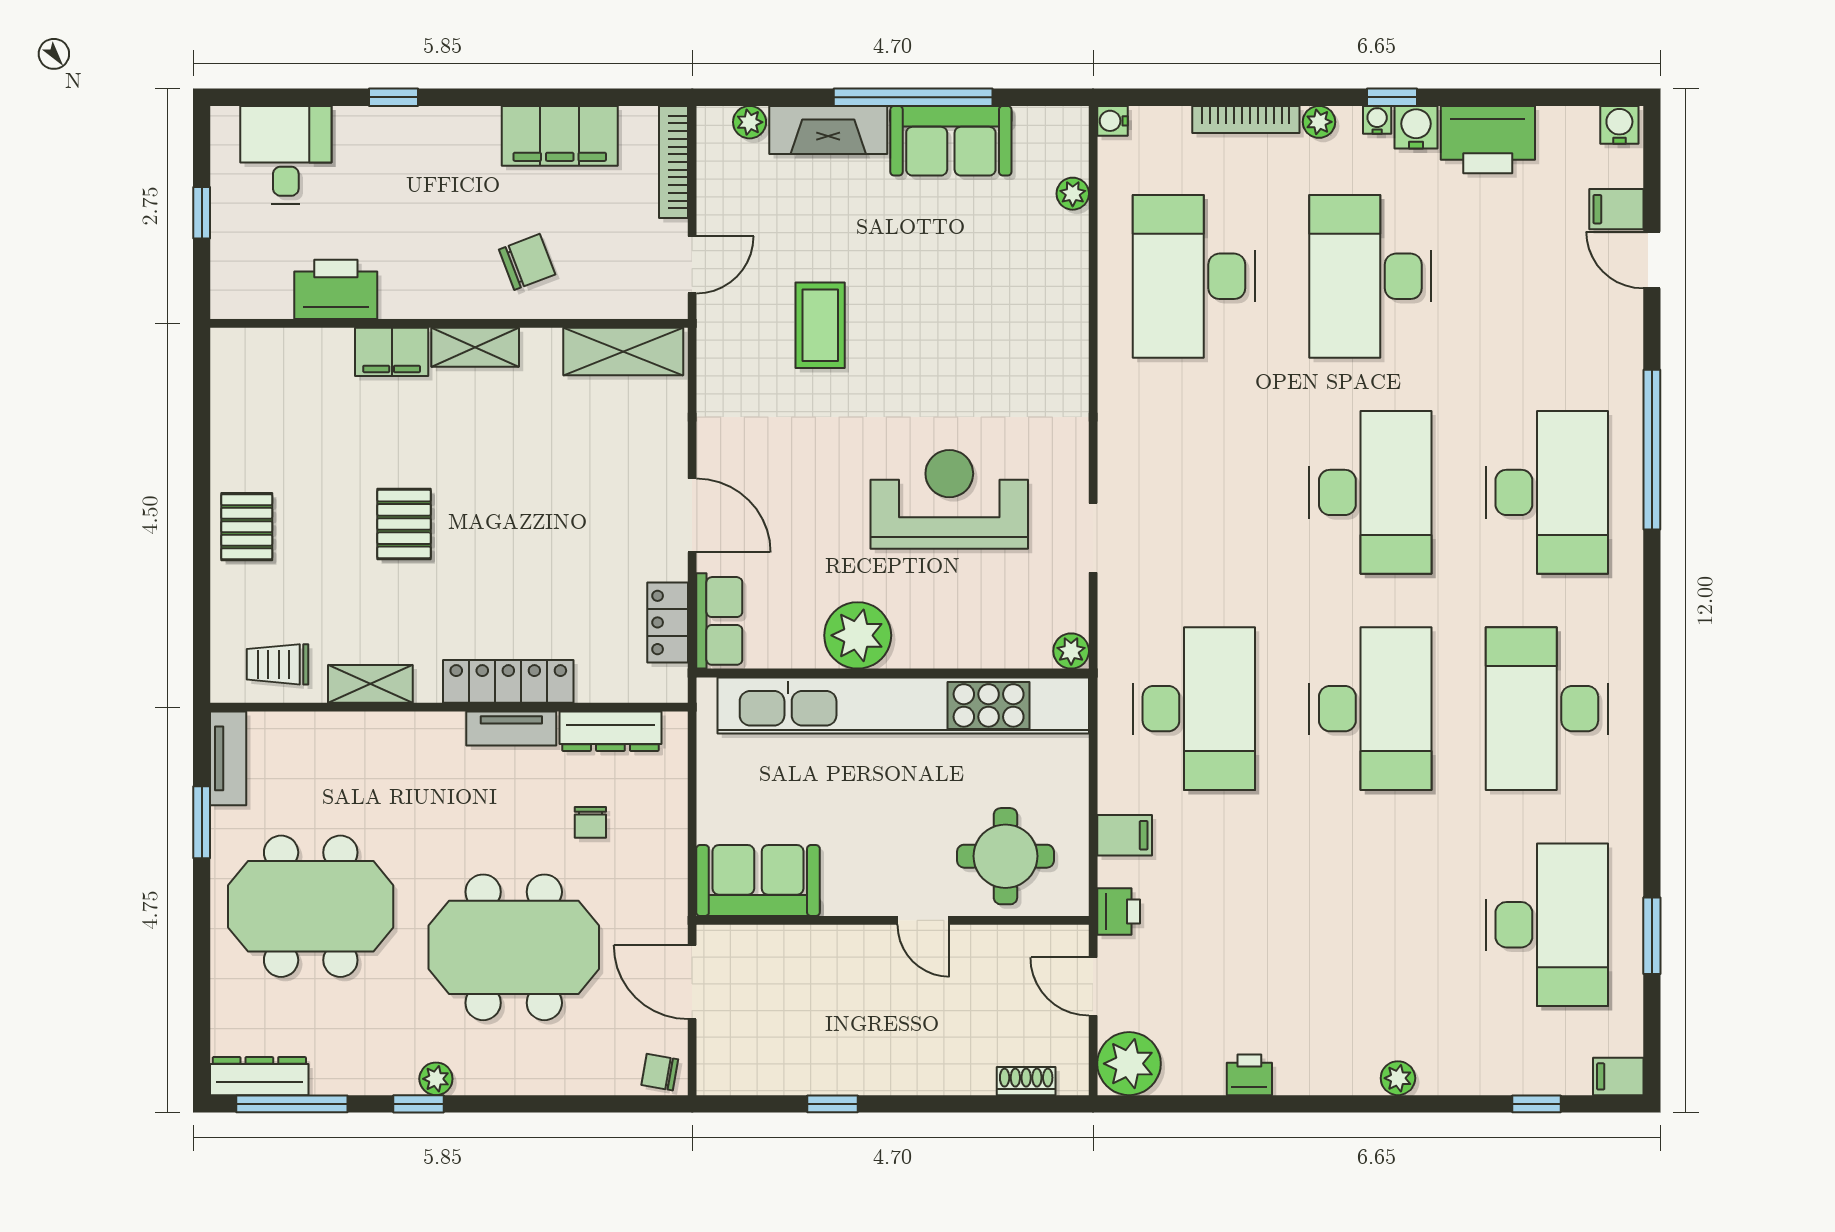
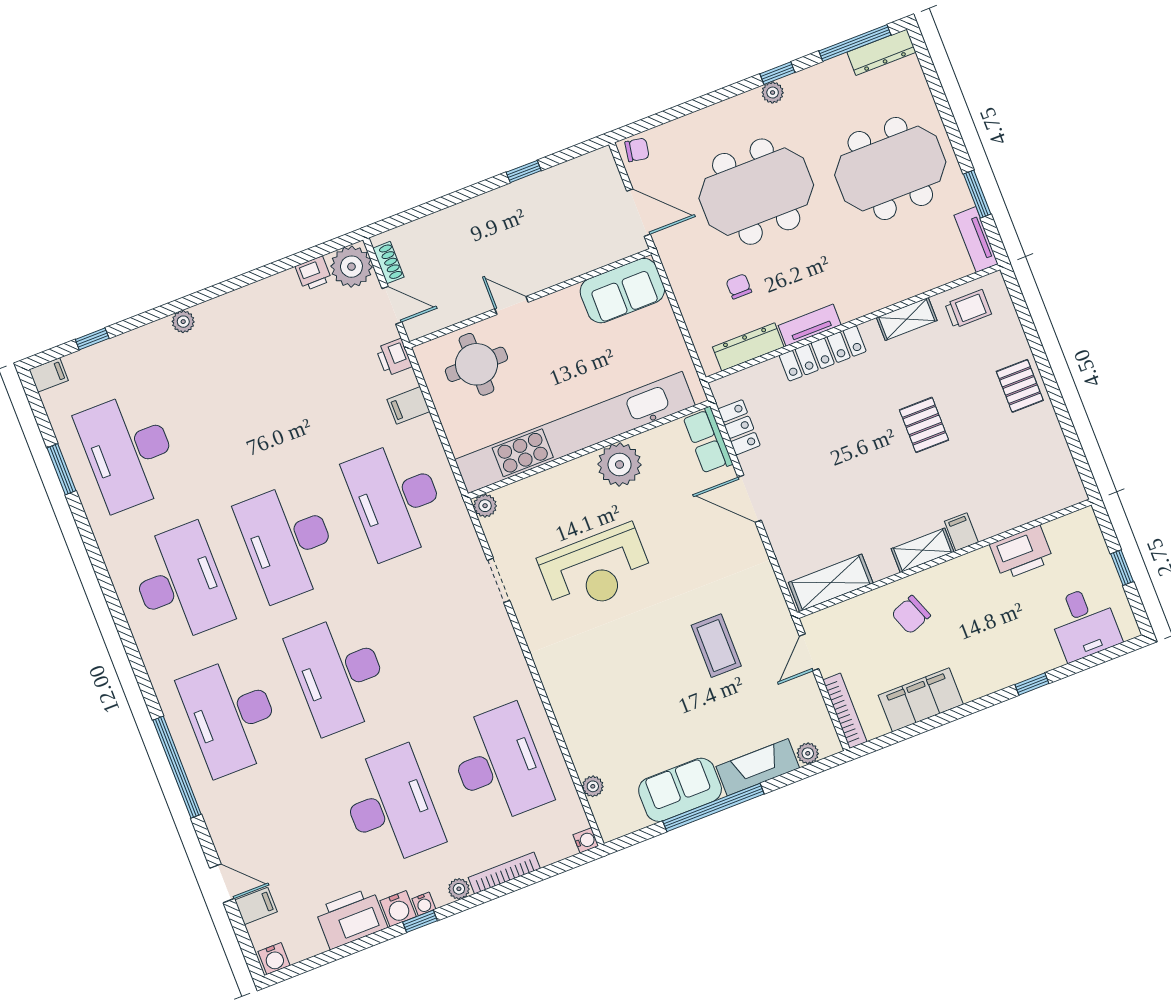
filing cabinet: (392, 352) -> (961, 532), width x0.50
printer: (1249, 1075) -> (314, 273), moved
shoe rack: (1026, 1081) -> (388, 263), moved, turned -90

